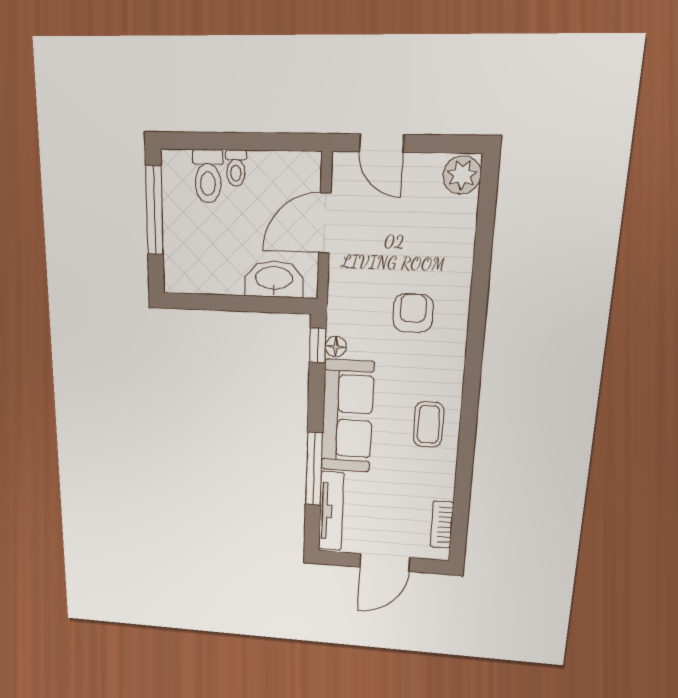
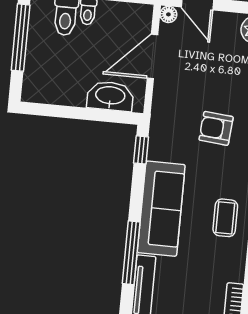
armchair: (413, 313) -> (216, 128), turned -85
floor lamp: (336, 346) -> (168, 14), moved

